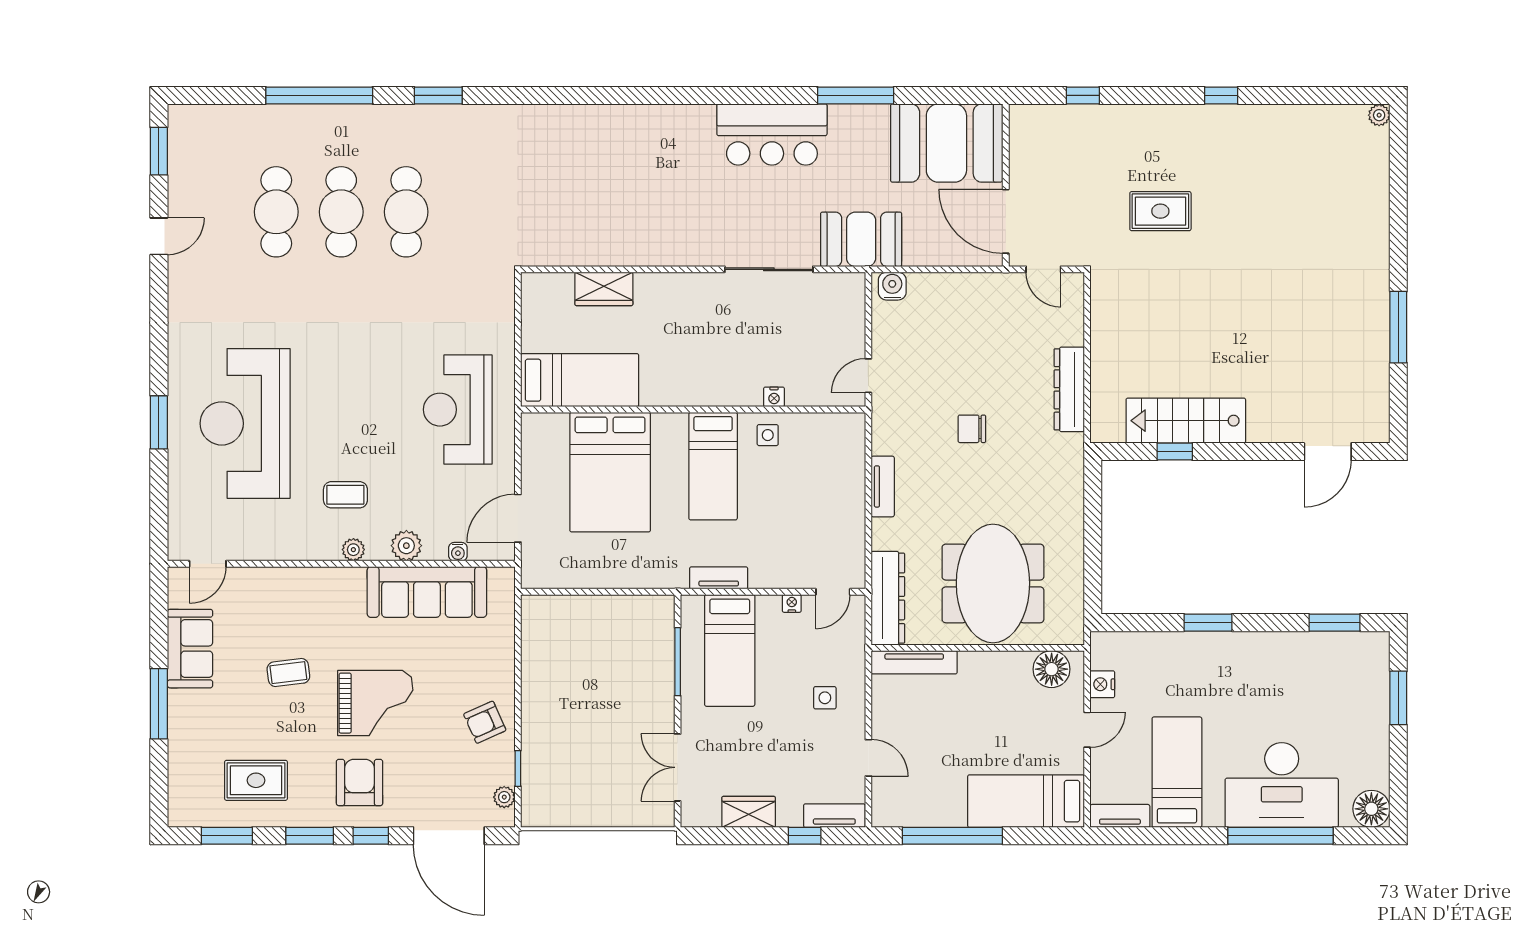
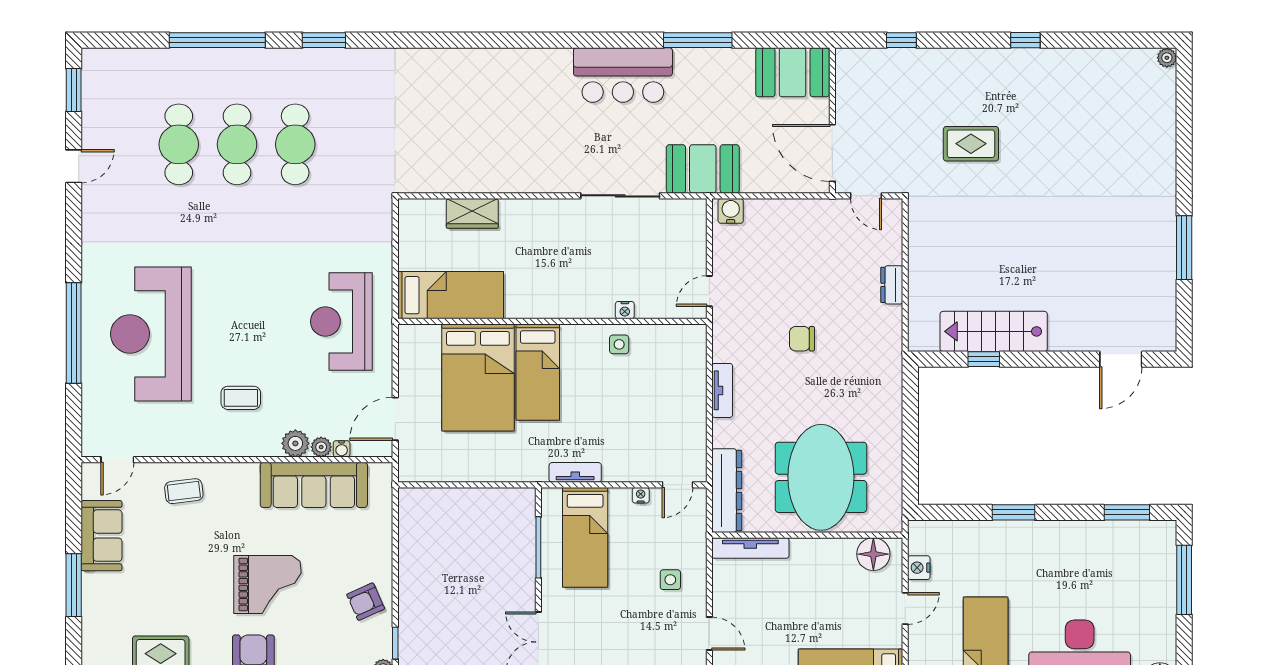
booth: (946, 143) -> (792, 72), width x0.73, depth x0.70
dresser: (1069, 389) -> (892, 285), width x0.51, depth x0.80
window: (159, 422) -> (74, 333), width x2.11
bed: (713, 466) -> (538, 372), moved
plant: (353, 550) -> (321, 447), moved
coffee table: (288, 673) -> (184, 491), moved
window: (1398, 698) -> (1184, 580), width x1.44

